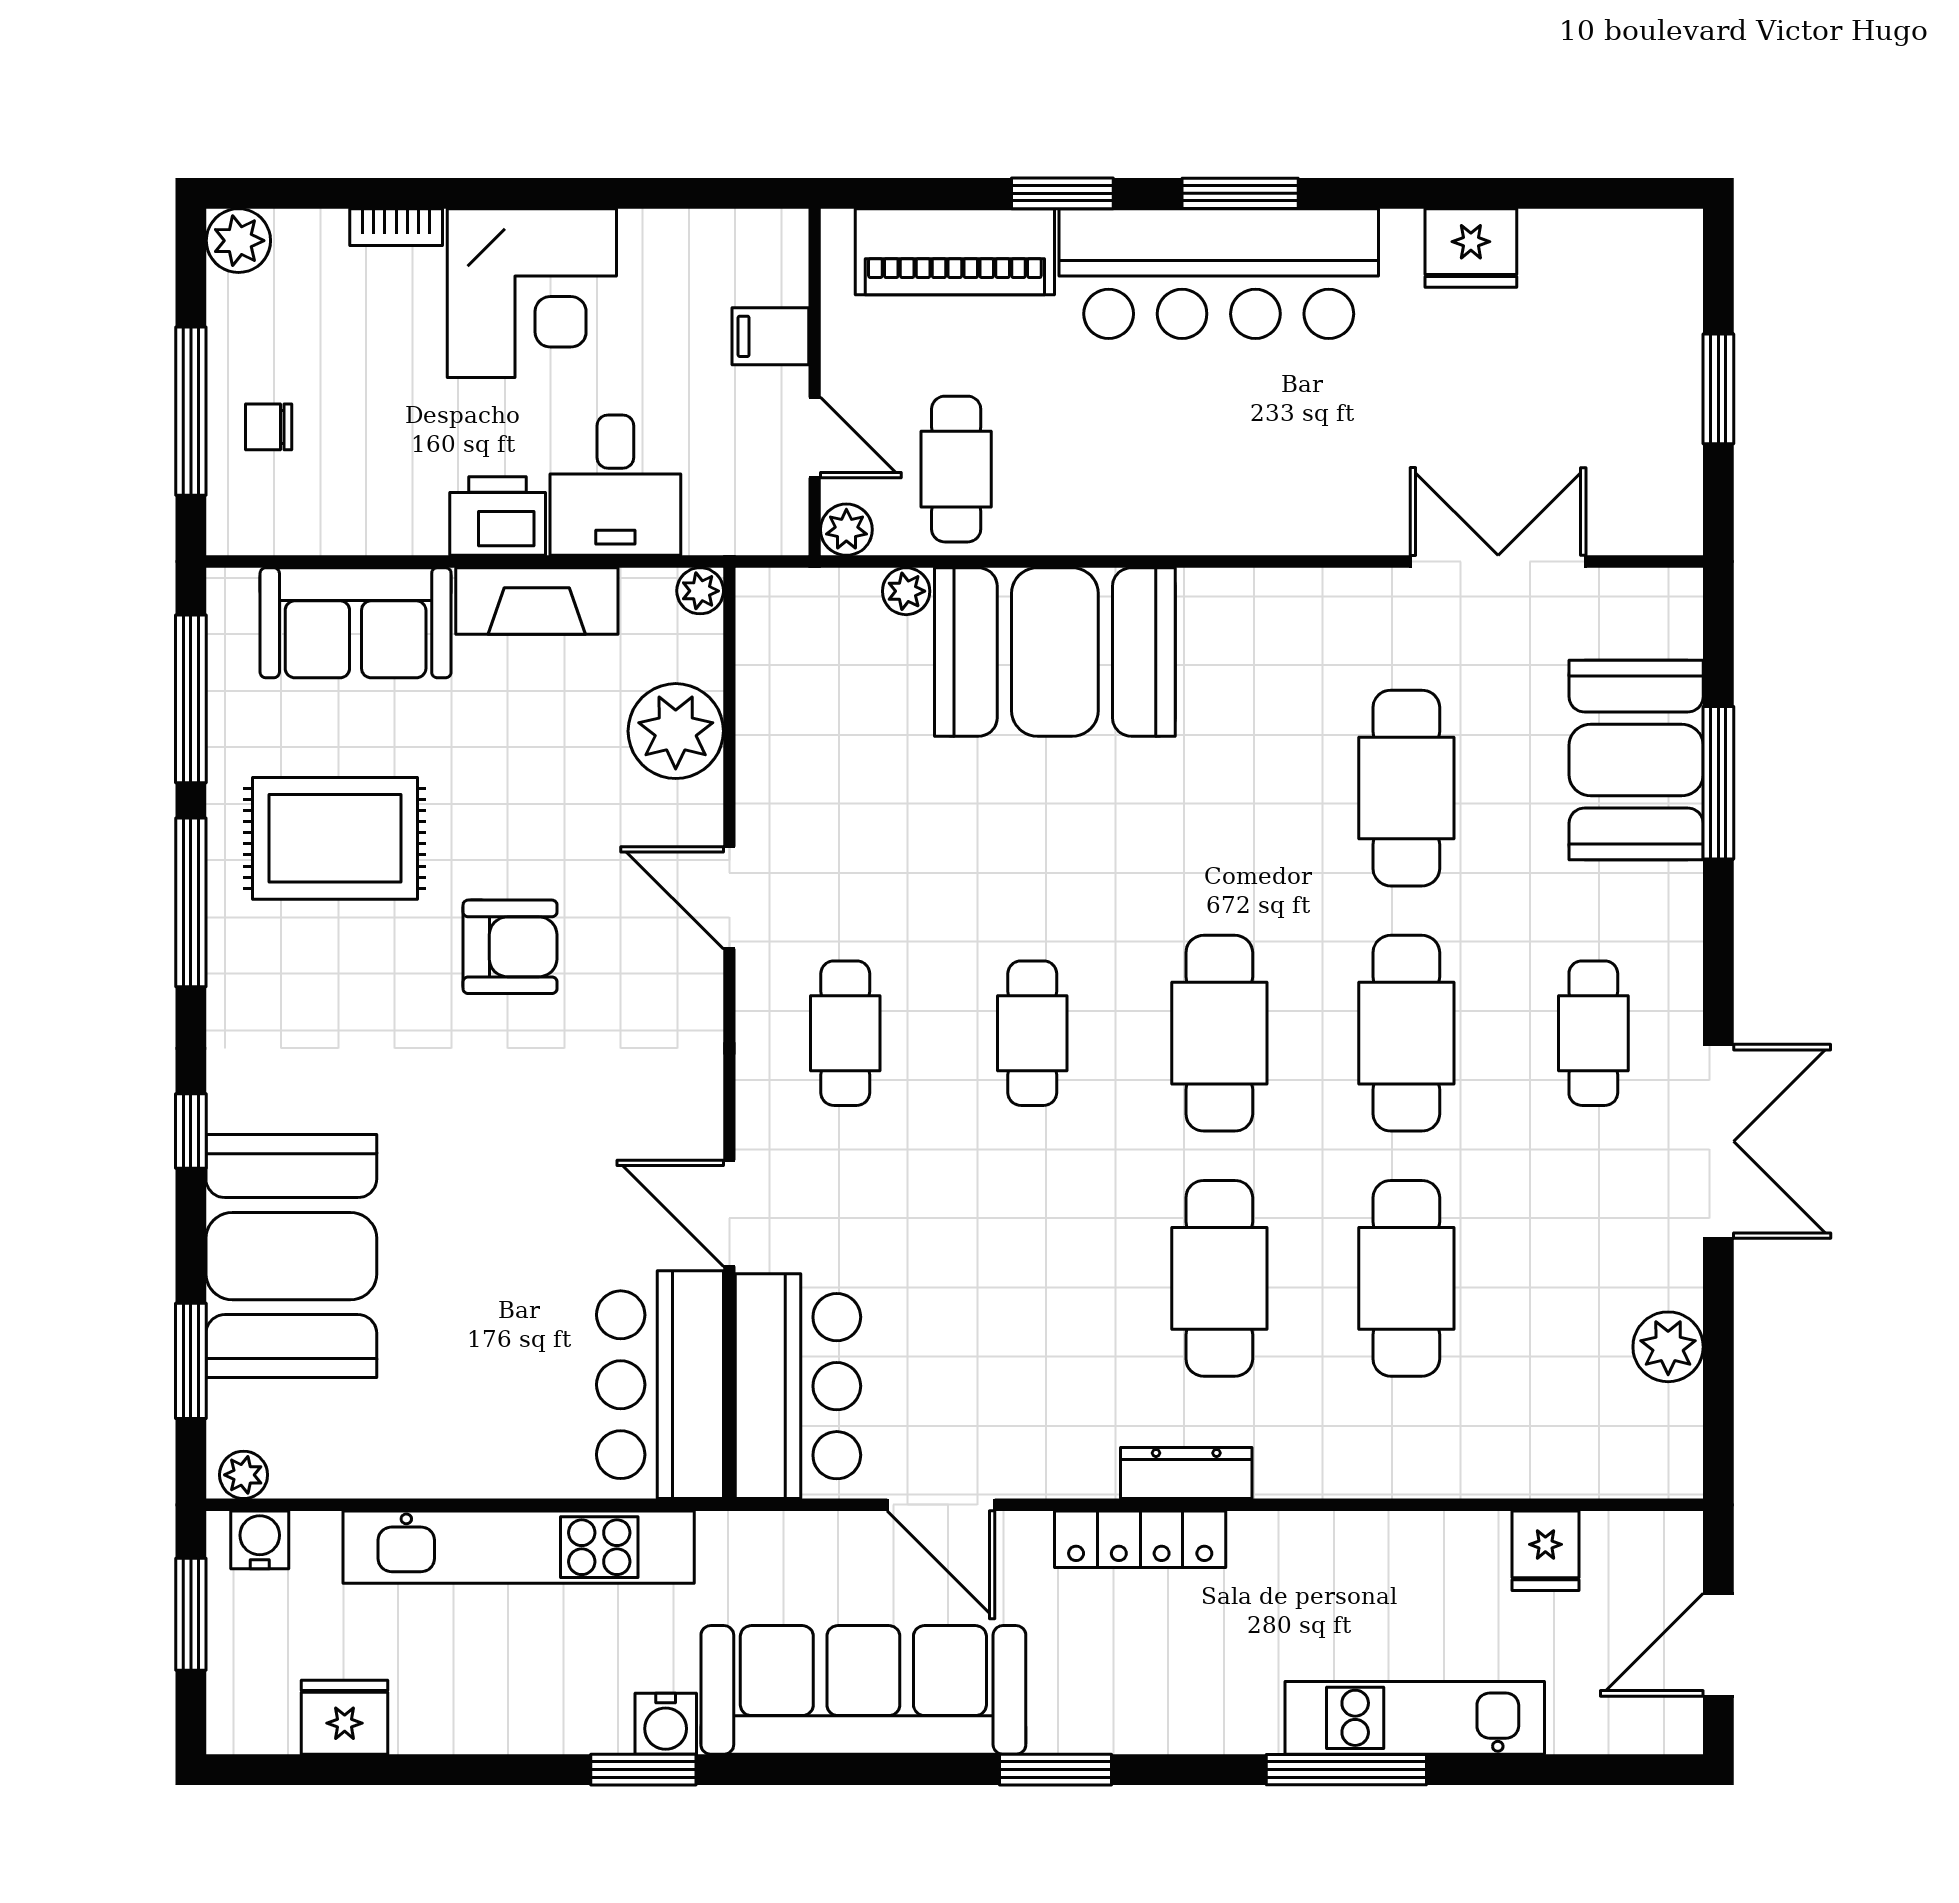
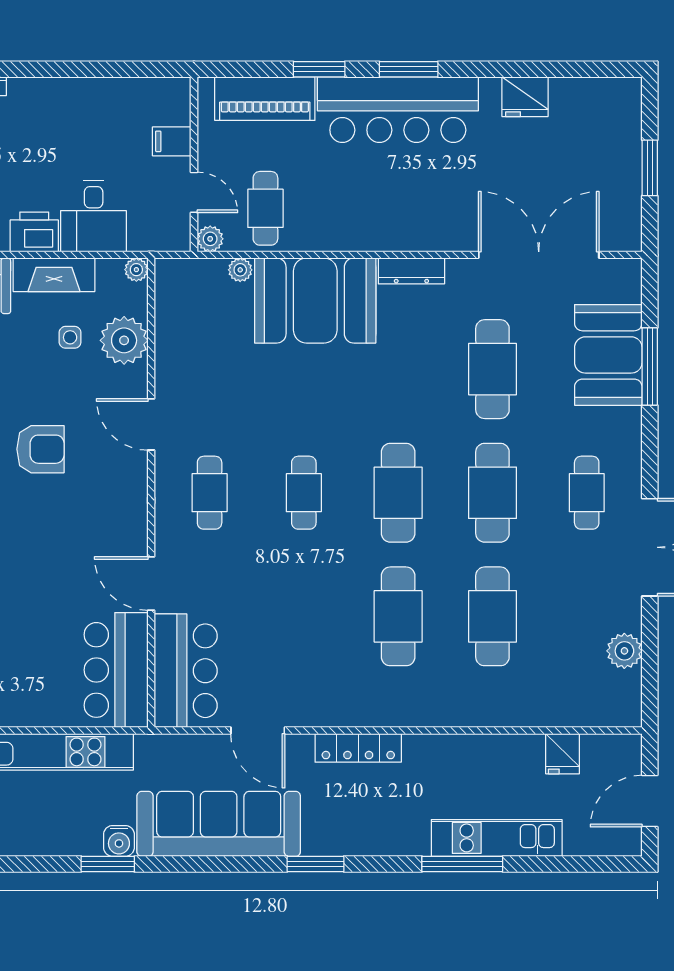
corner desk: (532, 293) -> (51, 120), removed
double door: (1498, 562) -> (539, 255), width x1.36
side table: (569, 725) -> (70, 337), added
dresser: (1186, 1473) -> (411, 271), moved, turned 180

